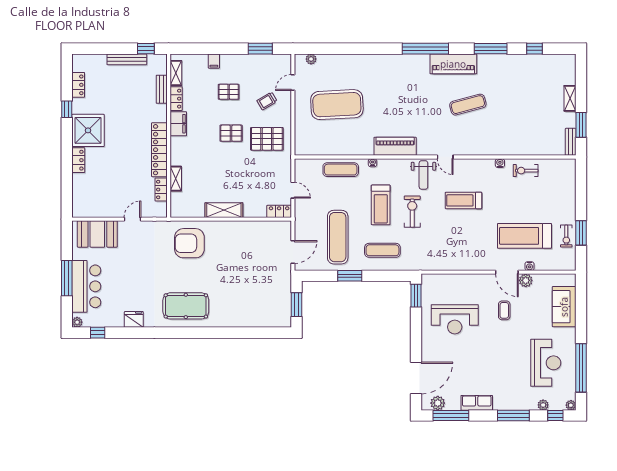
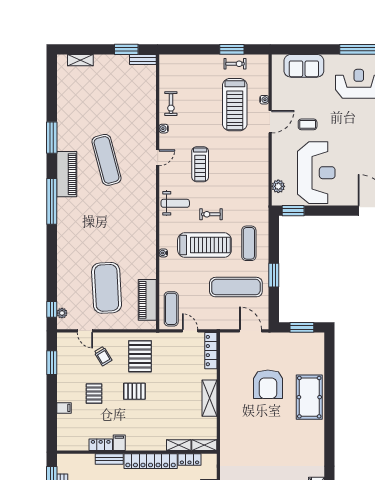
window: (534, 49) -> (52, 309), moved
shelving: (176, 73) -> (204, 445), moved
bench: (162, 89) -> (109, 459), moved
shelving: (570, 98) -> (80, 60), moved
exercise mat: (468, 105) -> (107, 160), width x1.36, depth x1.45
filing cabinet: (178, 124) -> (119, 443), width x0.50
pallet: (231, 133) -> (134, 391), turned 90
piano: (395, 146) -> (147, 300), moved
door: (445, 157) -> (158, 158), moved
exercise mat: (341, 170) -> (171, 309), moved
door: (293, 190) -> (190, 331), hinge flipped
treadmill: (381, 205) -> (204, 245), width x1.37, depth x1.38
locker: (279, 211) -> (211, 351), width x1.53
exercise bike: (412, 212) -> (211, 214), width x0.73, depth x0.72
armchair: (189, 243) -> (268, 384), moved
plant: (526, 280) -> (278, 186), moved
pool table: (186, 306) -> (309, 397), moved
reception desk: (455, 319) -> (316, 173), width x1.36, depth x1.30

